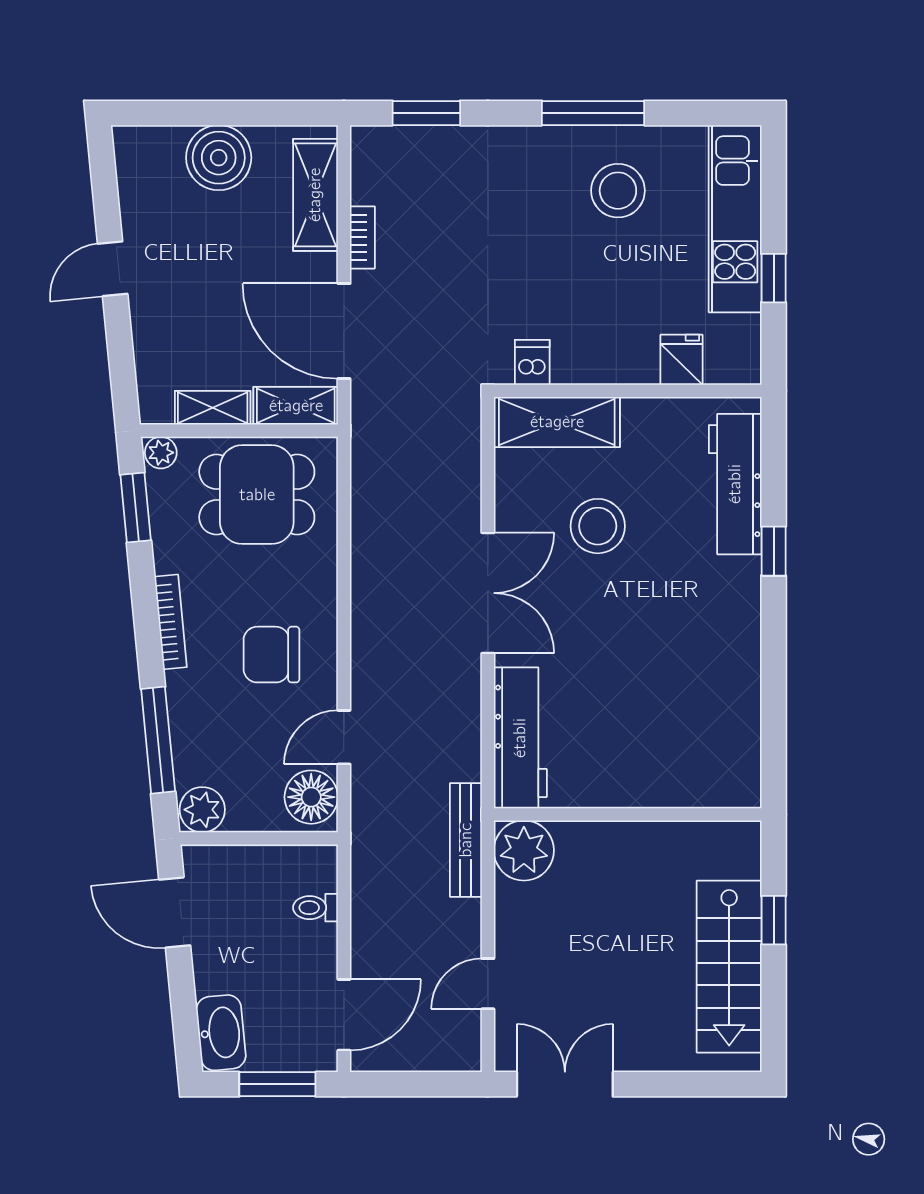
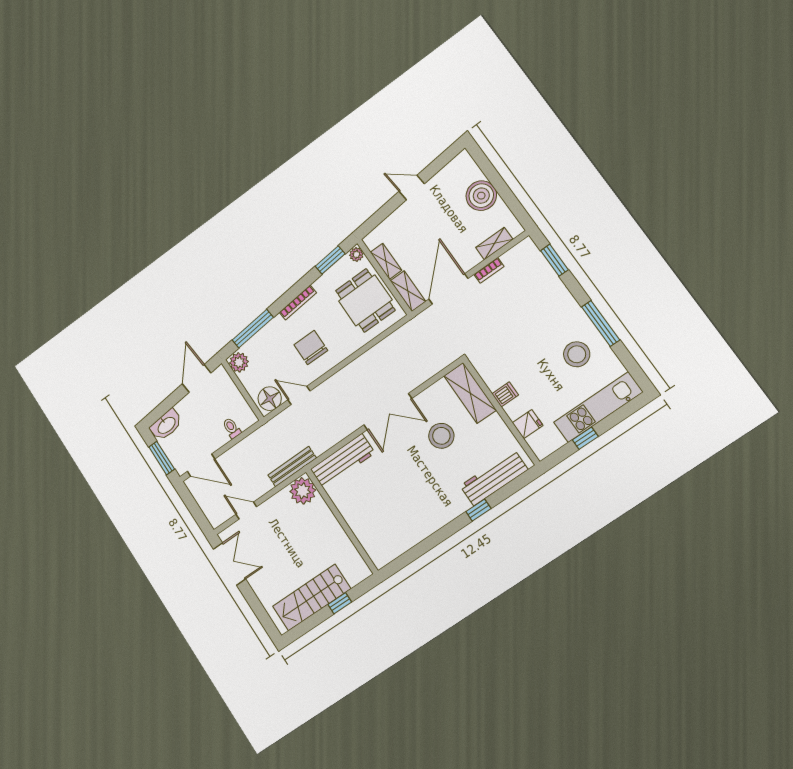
shelving: (315, 195) -> (494, 243), width x0.67, depth x0.75
dishwasher: (532, 362) -> (505, 394), moved

